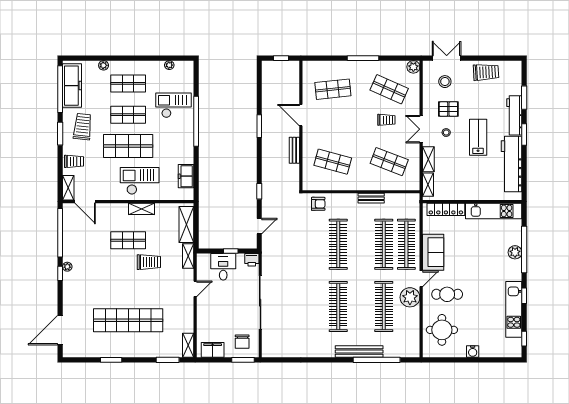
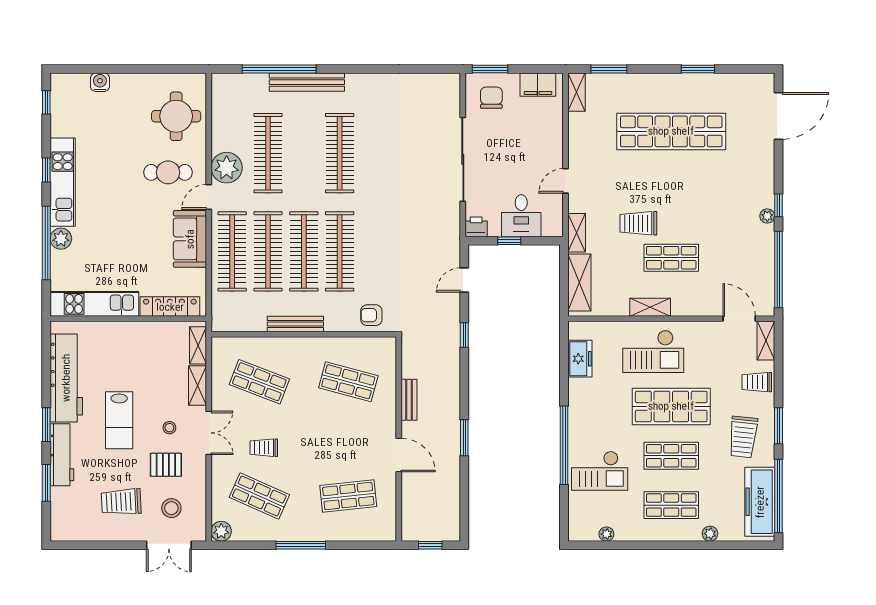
trolley: (486, 72) -> (121, 502), moved
bench: (371, 198) -> (295, 324), width x1.36
clothes rail: (361, 244) -> (304, 251), added
kitchen unit: (514, 309) -> (63, 182), moved
water cooler: (473, 351) -> (100, 82), moved

